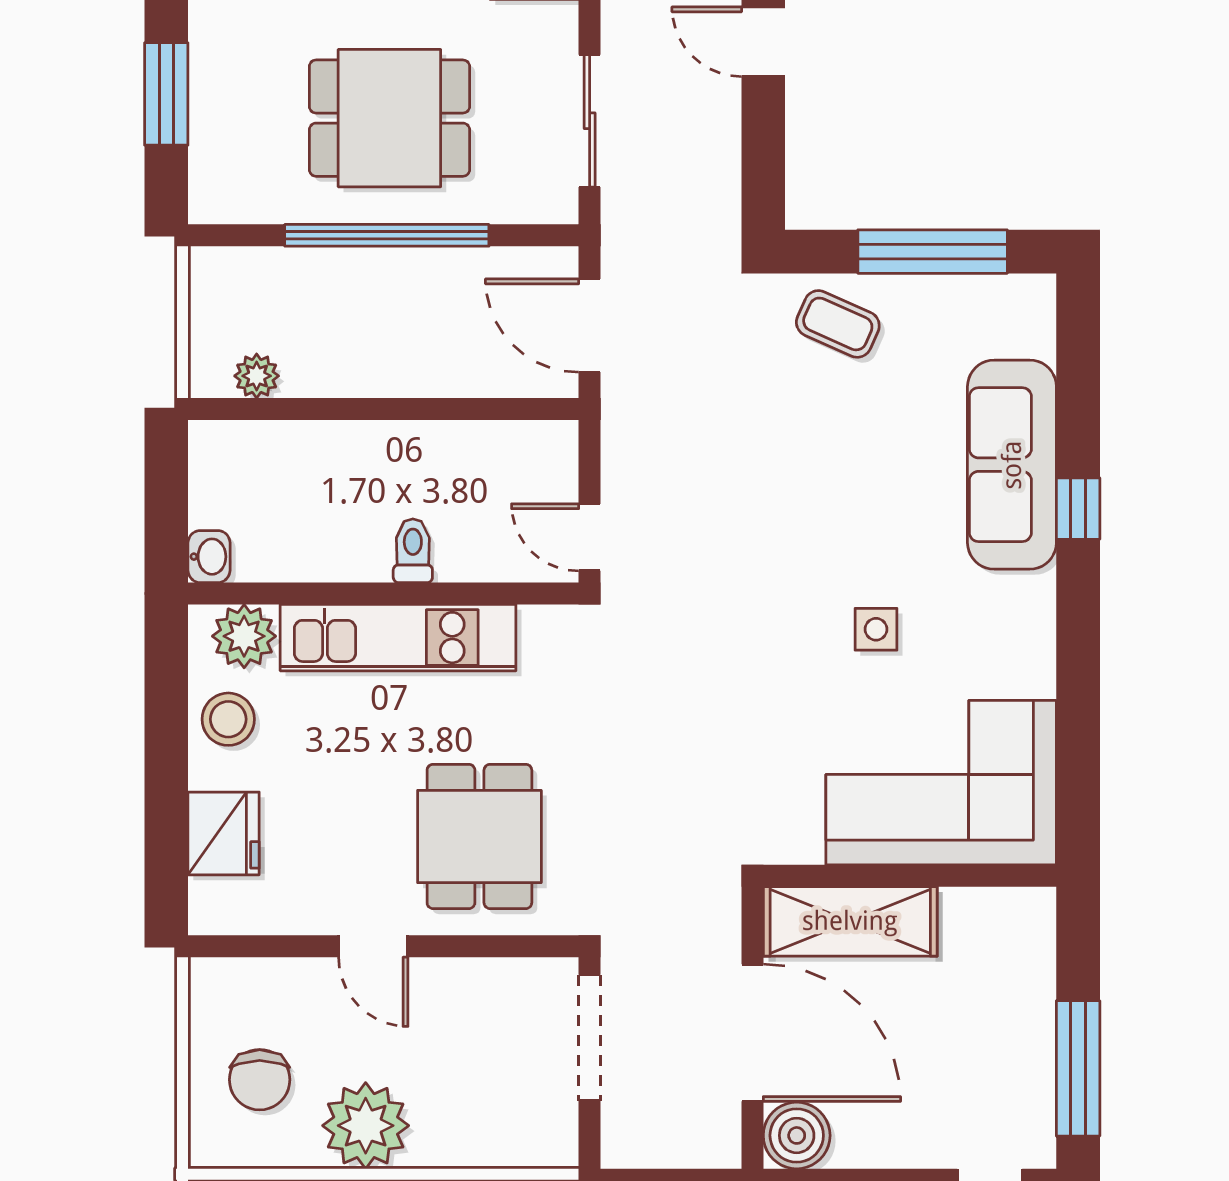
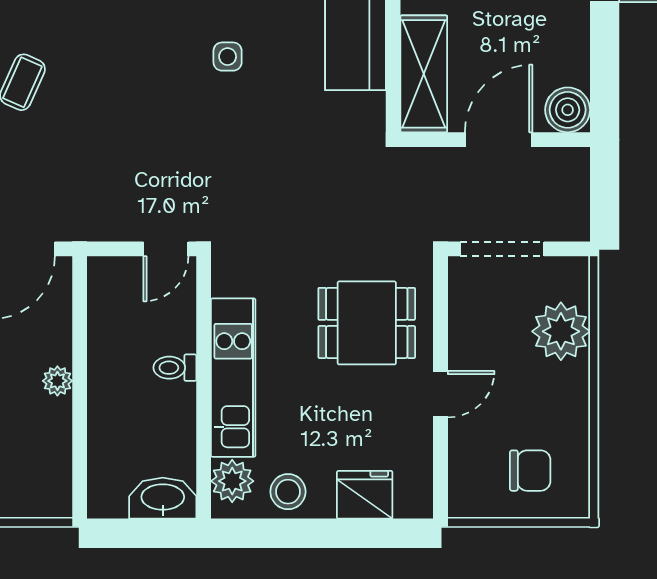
plant: (257, 376) -> (57, 381), moved
washbasin: (209, 557) -> (163, 498), width x1.91, depth x1.45
door: (752, 1033) -> (499, 140), width x0.73
plant: (366, 1126) -> (561, 331), moved

